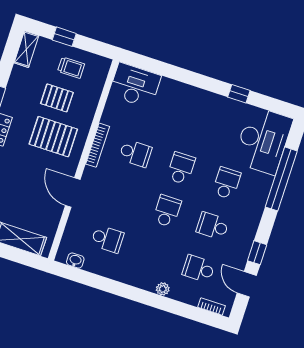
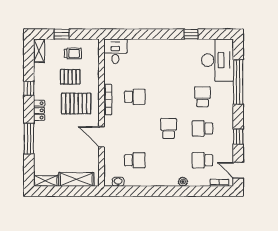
desk: (135, 85) -> (115, 51), width x0.73
school desk: (181, 168) -> (169, 97), removed
door: (247, 284) -> (238, 170), moved

